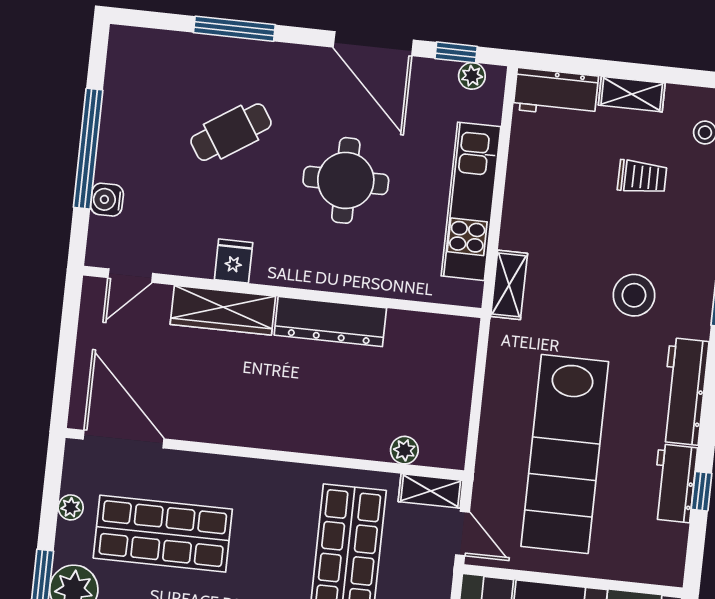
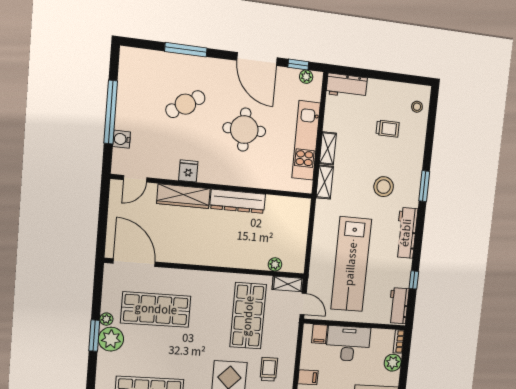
shelving: (632, 94) -> (328, 148), moved, turned 90
workbench: (674, 483) -> (398, 306), moved
plant: (71, 507) -> (106, 319), moved

